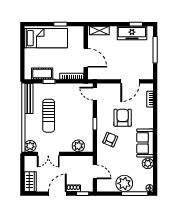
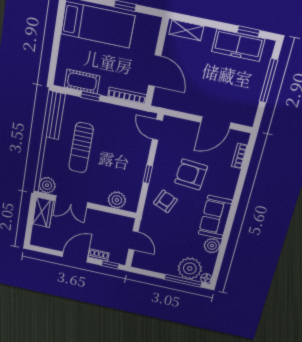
armchair: (123, 118) -> (191, 174), turned -85
wardrobe: (30, 182) -> (43, 212), moved
plant: (124, 183) -> (190, 268), moved

